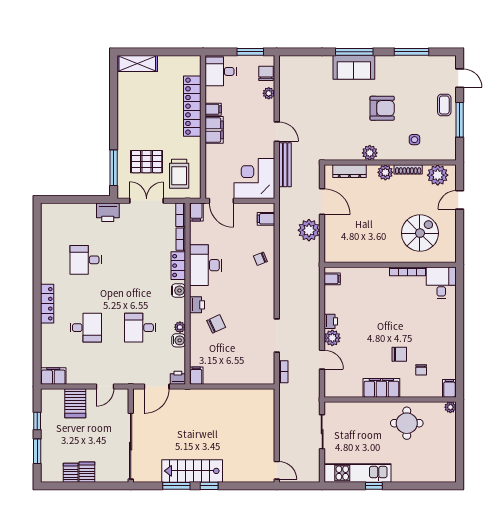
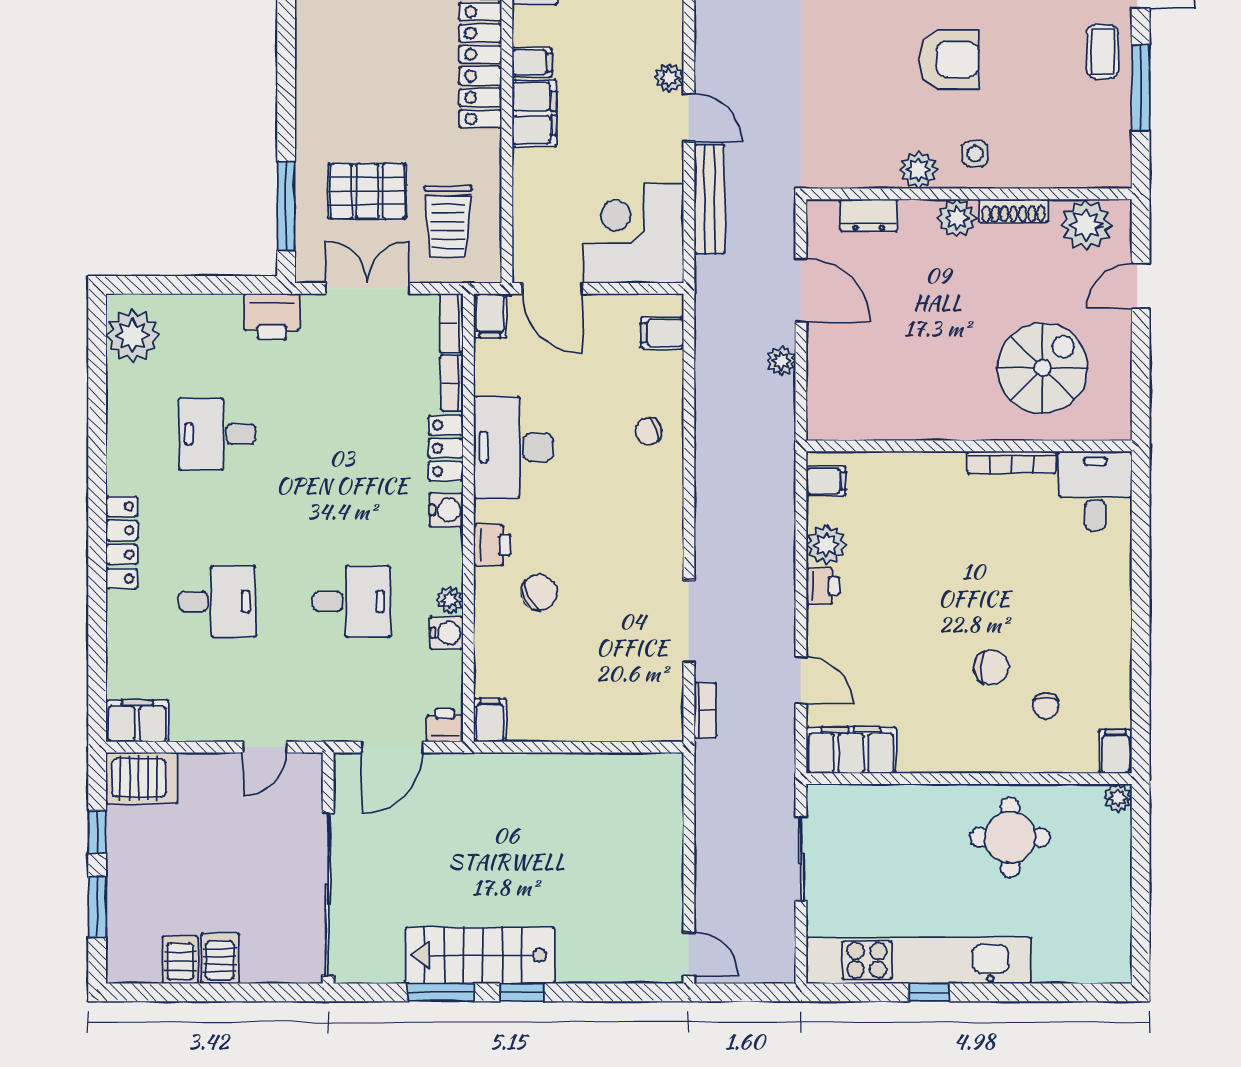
plant: (269, 93) -> (669, 78), moved
side table: (414, 140) -> (975, 154), moved
dresser: (350, 171) -> (869, 215), width x0.70
plant: (51, 220) -> (133, 336), added
plant: (309, 230) -> (781, 361), width x0.53, depth x0.53
desk: (140, 328) -> (352, 601), turned 180
plant: (332, 338) -> (826, 545), moved
filing cabinet: (381, 388) -> (851, 750), moved
server rack: (75, 403) -> (142, 778), moved, turned -90
kitchen unit: (358, 473) -> (919, 960), width x1.36

